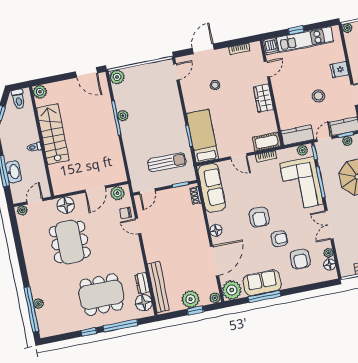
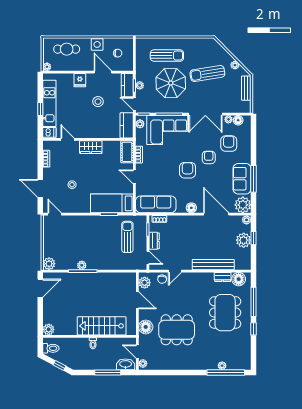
stairs: (53, 134) -> (102, 326), moved
door: (239, 156) -> (134, 177), swing flipped
washbasin: (14, 172) -> (126, 364), moved
dresser: (169, 195) -> (154, 241), added
armchair: (259, 217) -> (188, 170), turned -90
double door: (329, 225) -> (205, 114), width x1.37
armchair: (300, 259) -> (229, 144), turned -90
bench: (158, 287) -> (213, 265), moved

